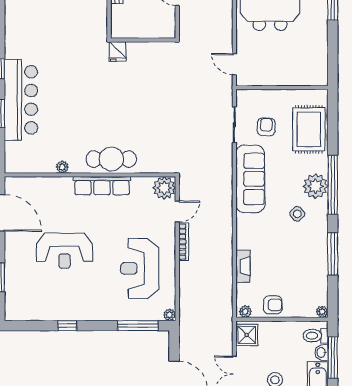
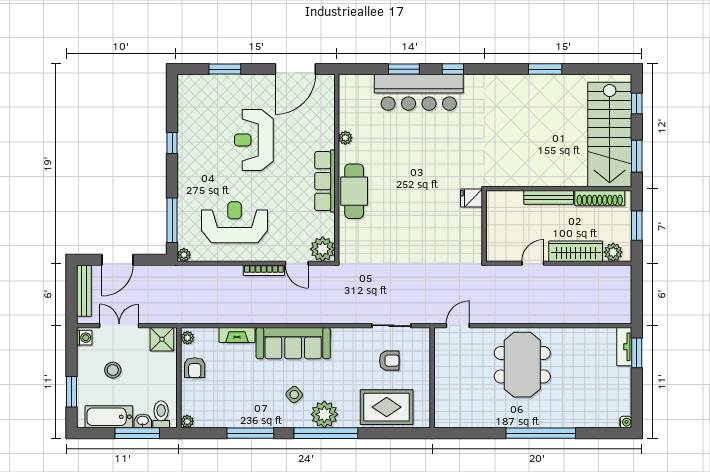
sofa: (250, 179) -> (293, 343), moved

